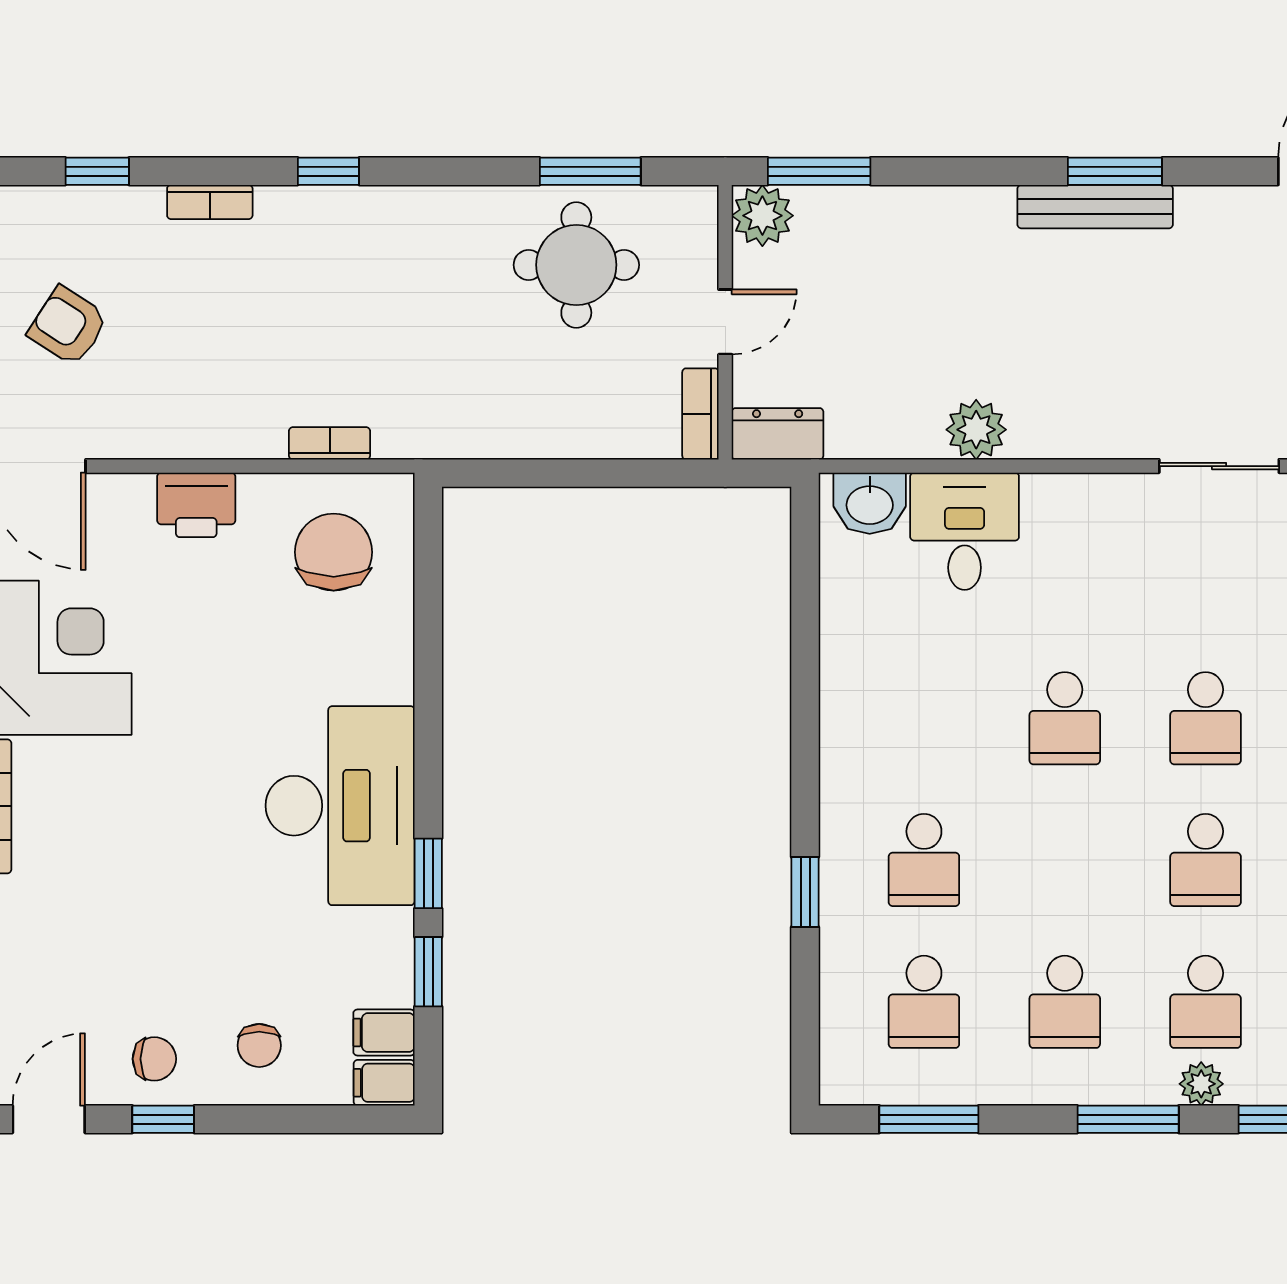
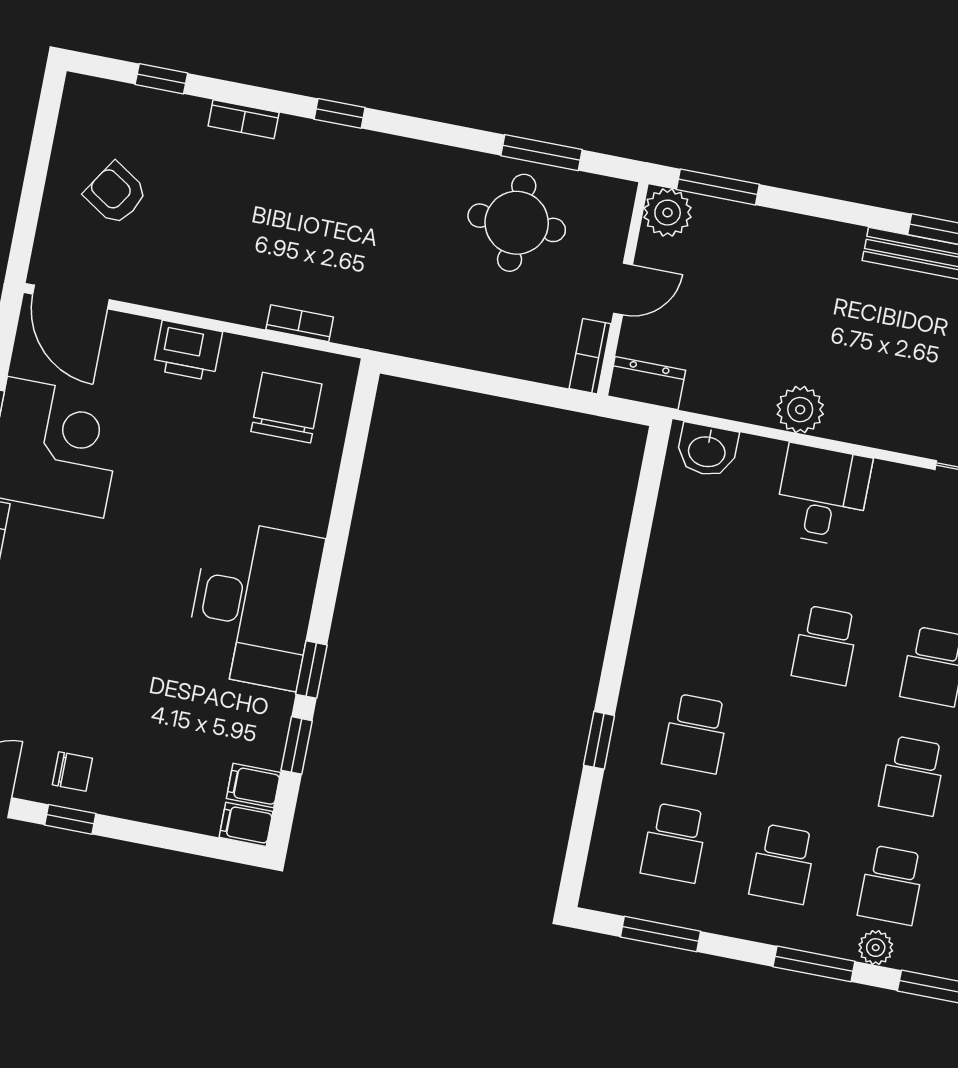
desk: (965, 531) -> (823, 495), moved
chair: (259, 1045) -> (155, 777), removed

